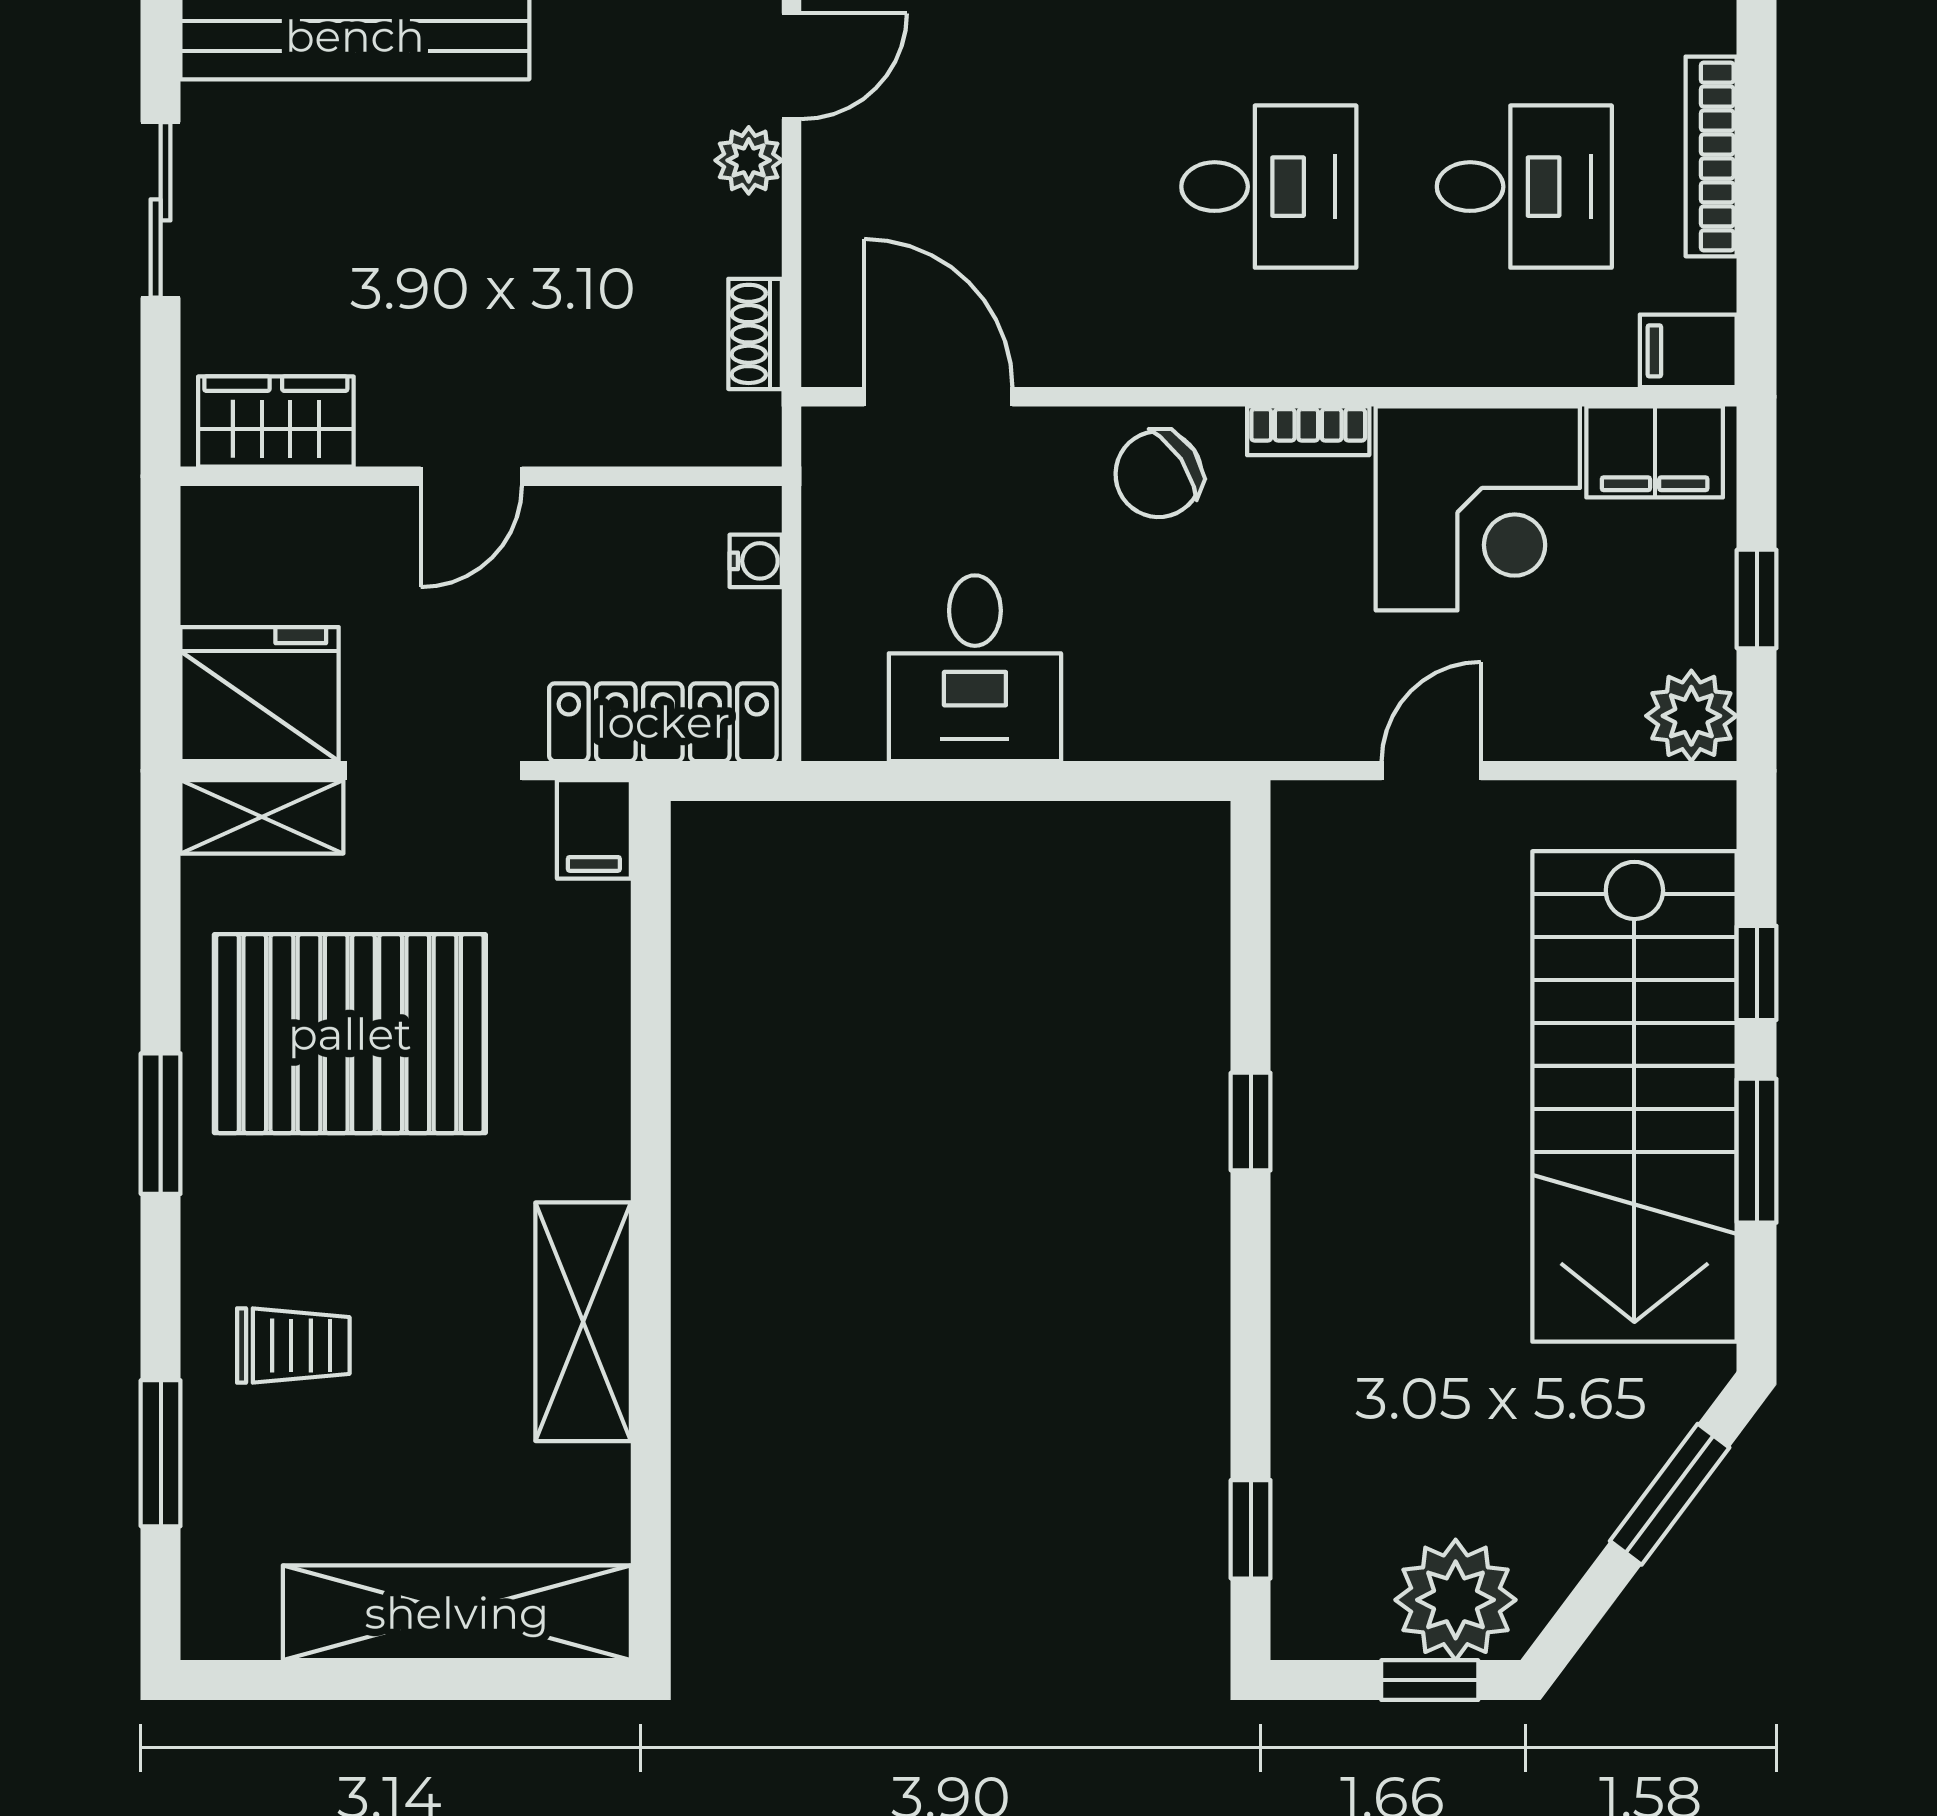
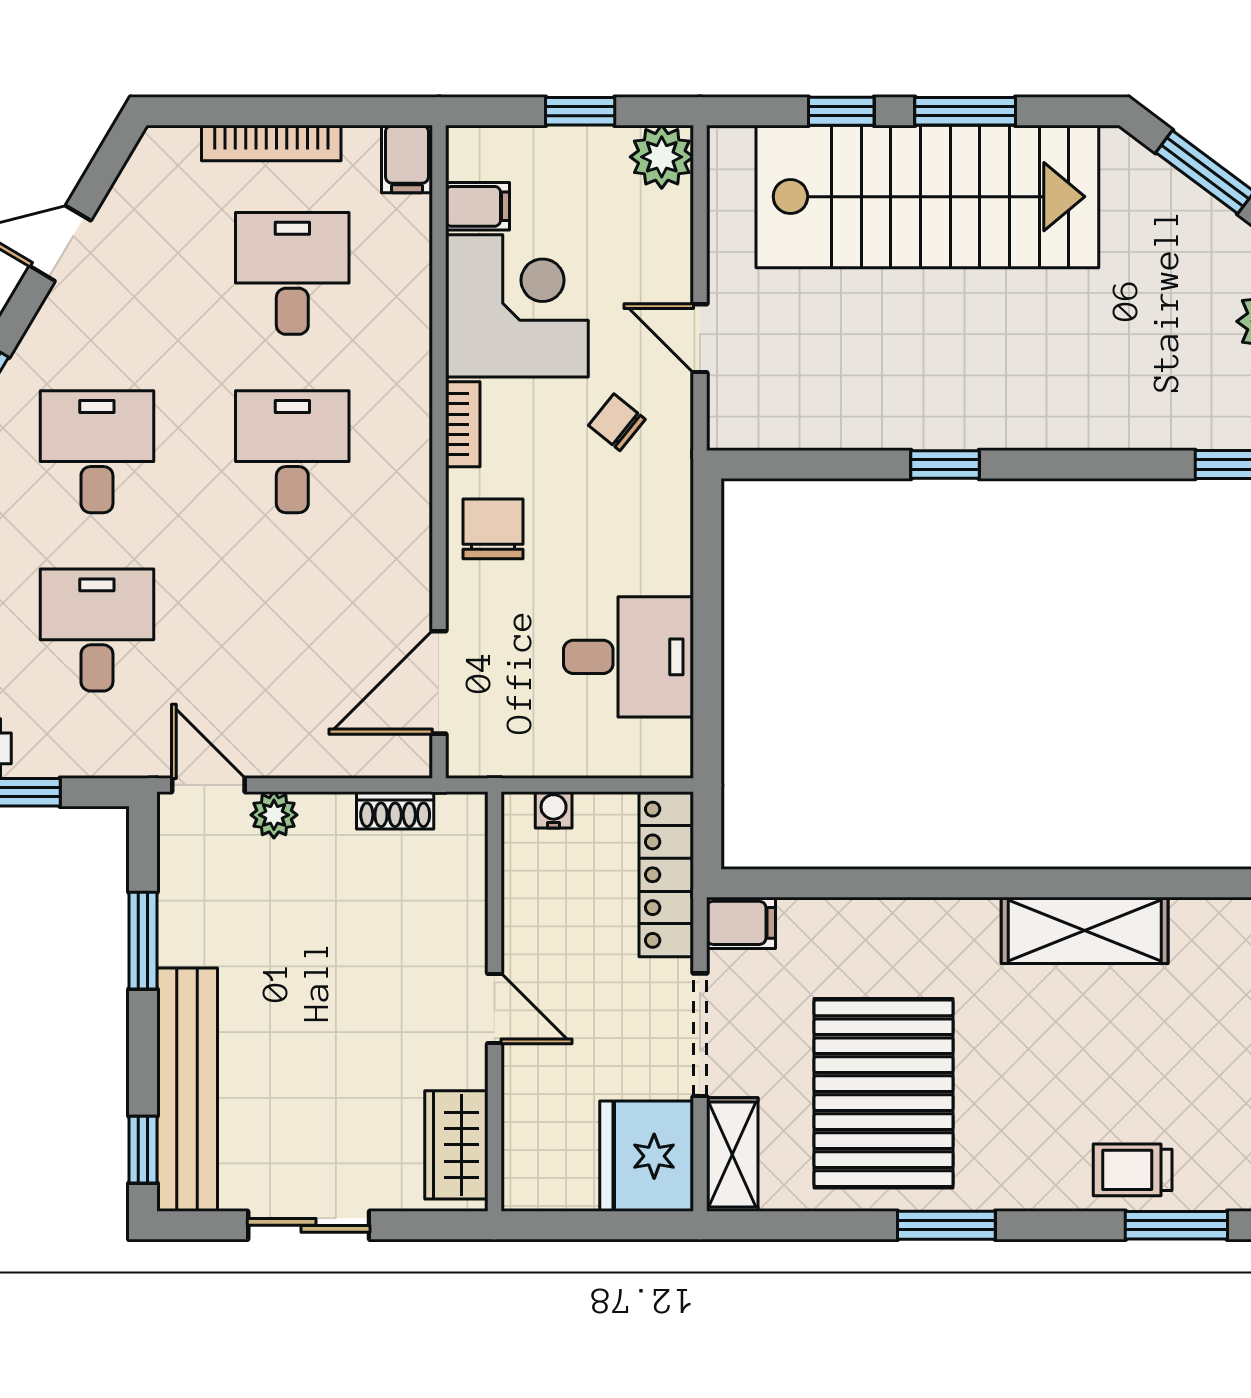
filing cabinet: (1655, 452) -> (477, 206), width x0.50
chair: (1158, 474) -> (493, 529), turned -146
chair: (1311, 652) -> (617, 422), added
trolley: (293, 1345) -> (1133, 1170), moved, turned -90

